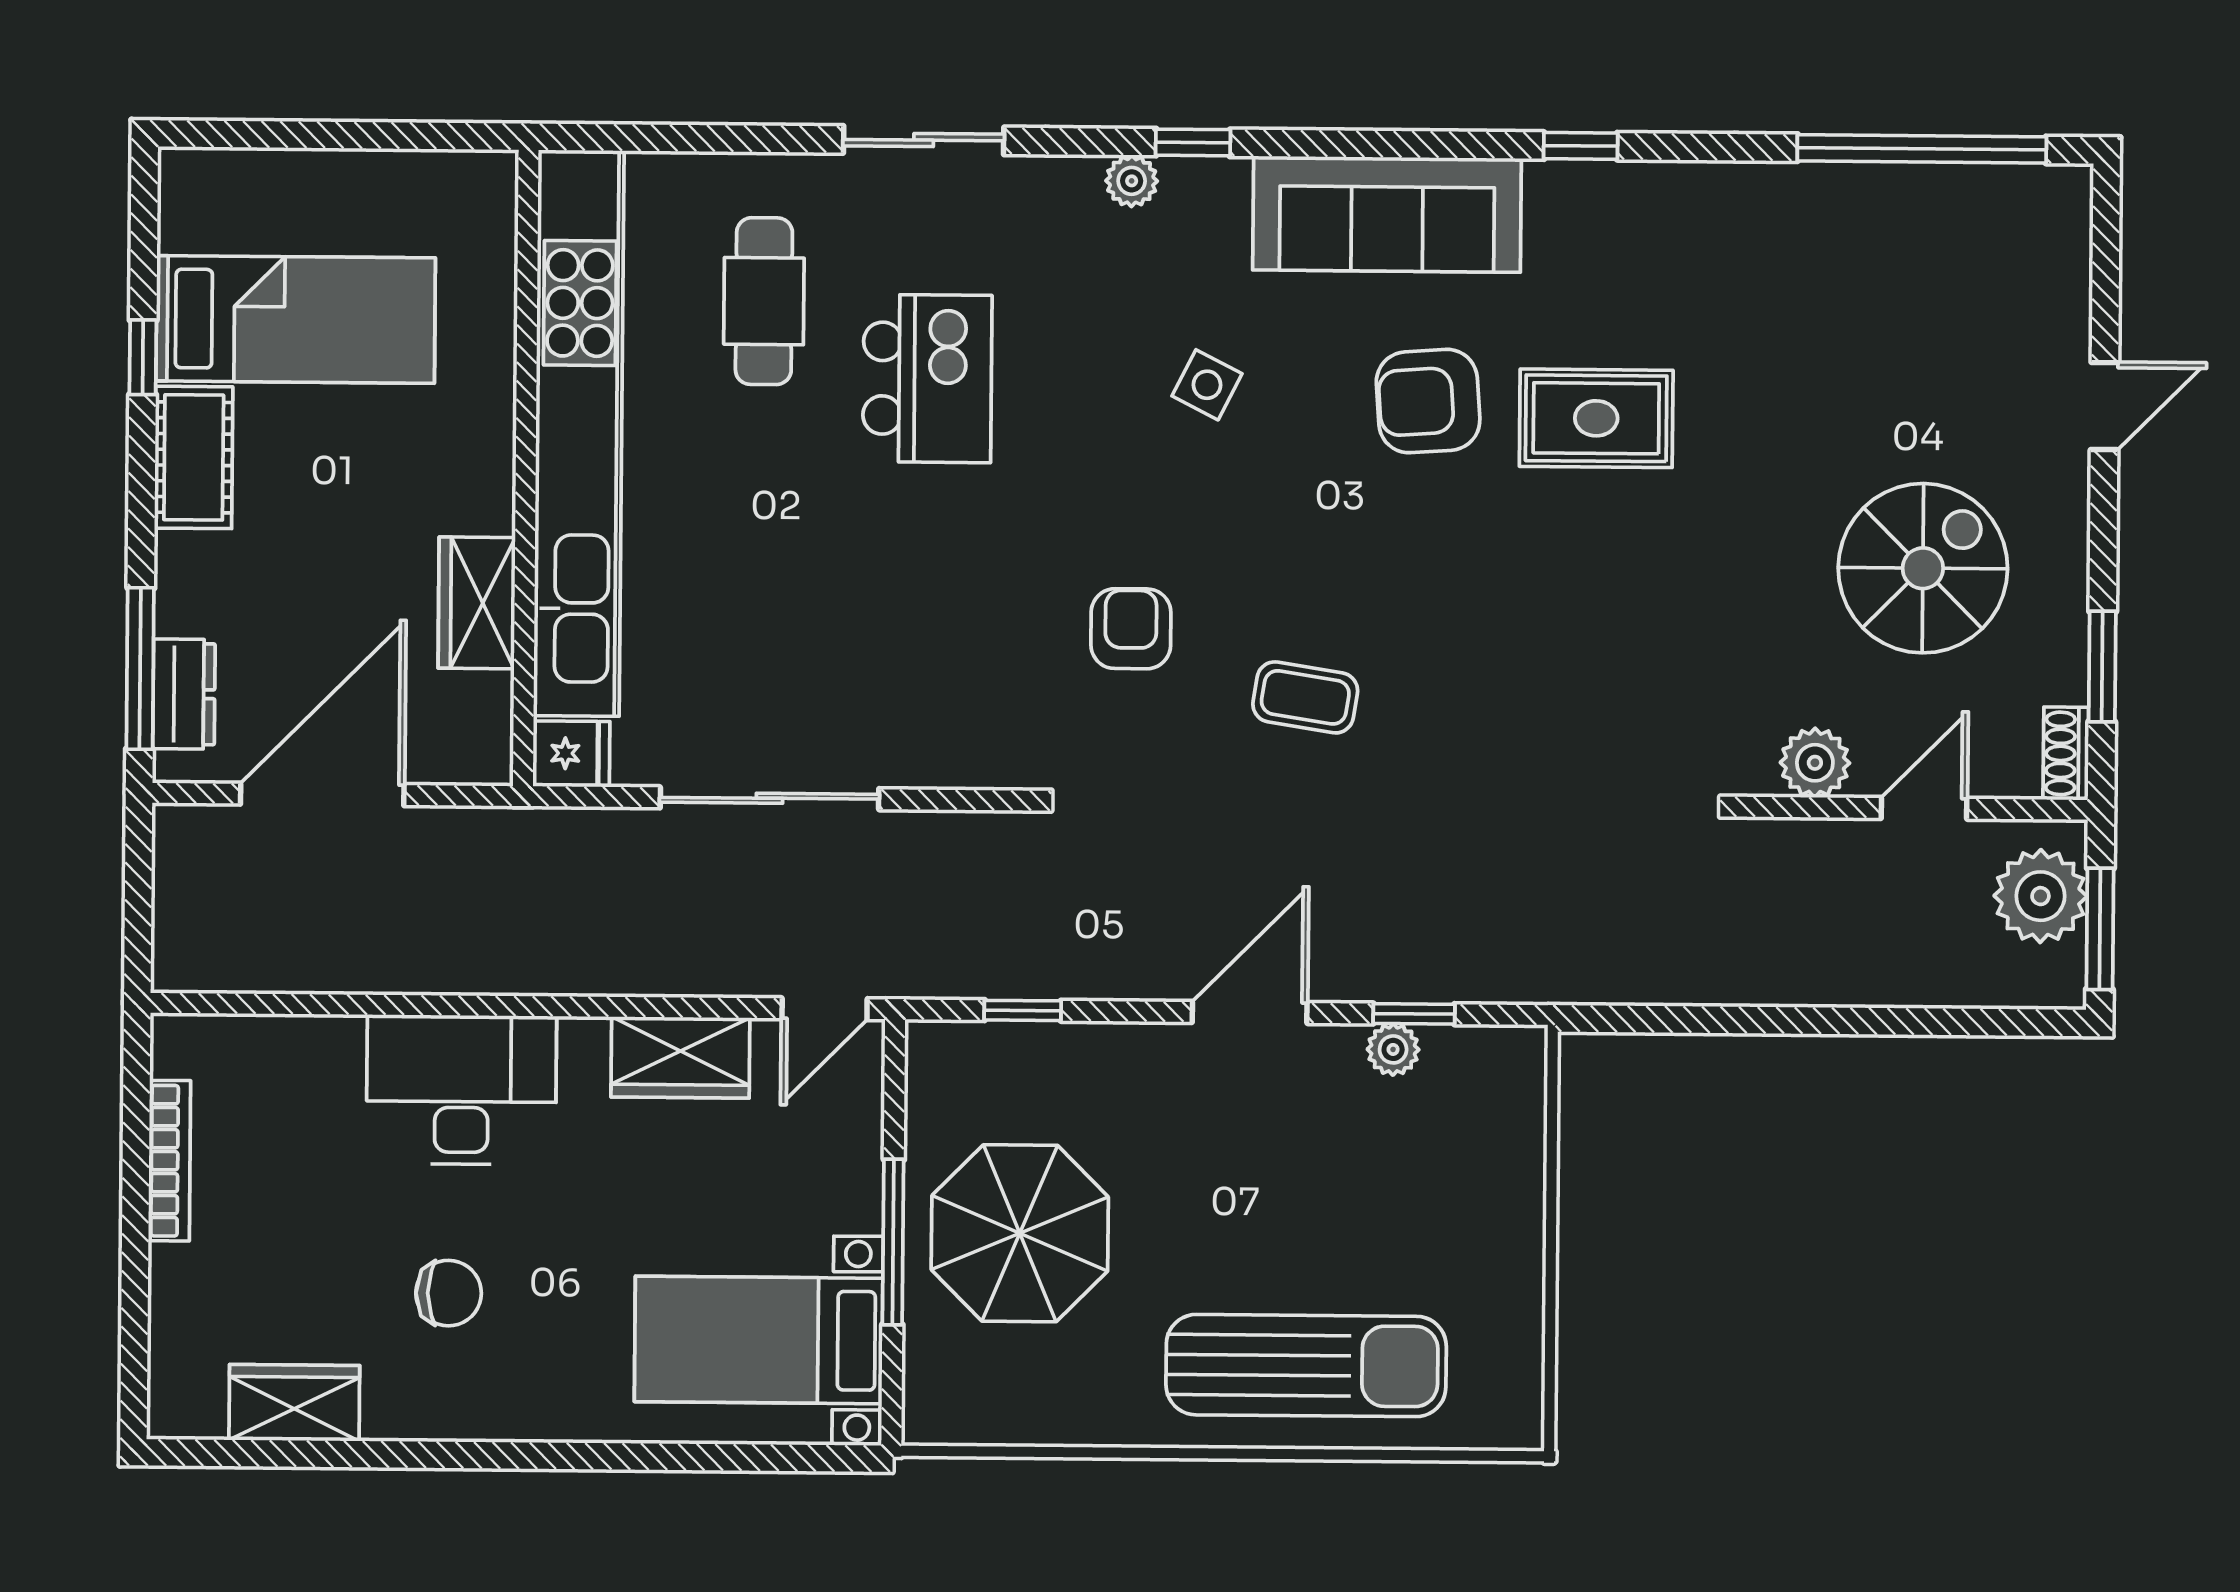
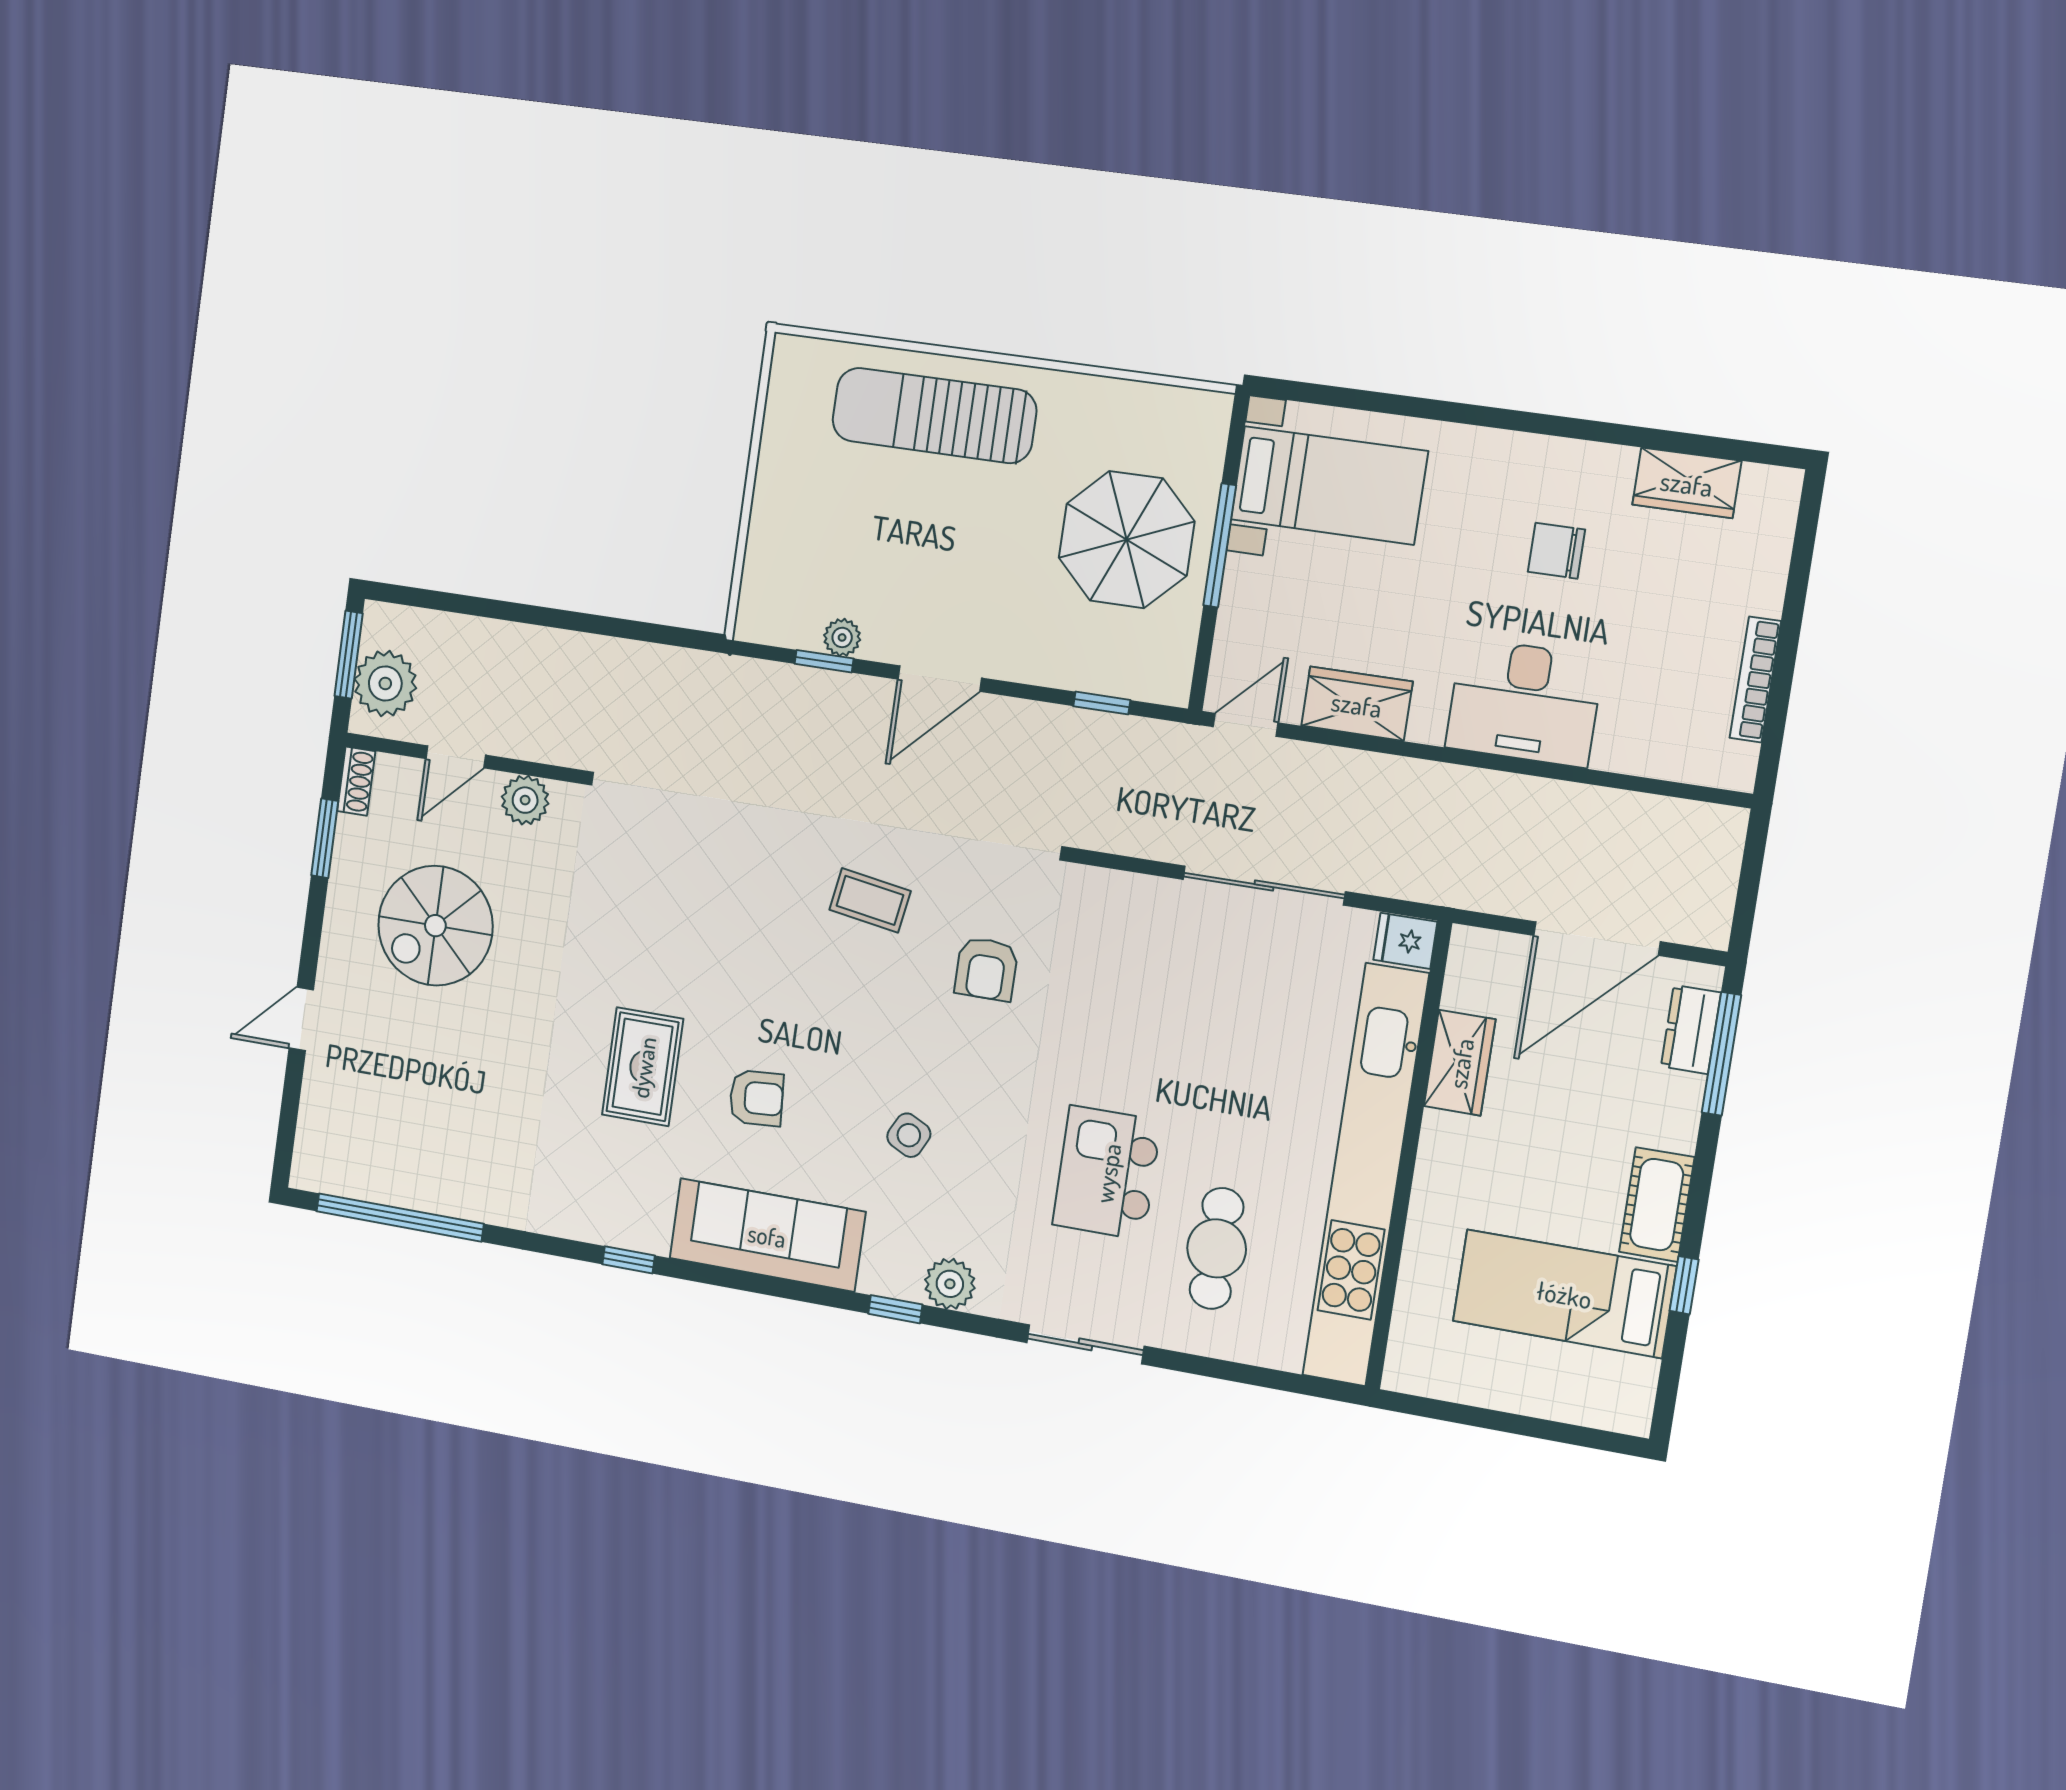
plant: (1132, 181) -> (950, 1284), width x1.38, depth x1.38
armchair: (1428, 401) -> (756, 1098), width x0.72, depth x0.72
rug: (1596, 418) -> (643, 1067), turned 90

